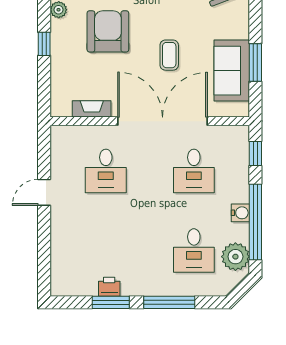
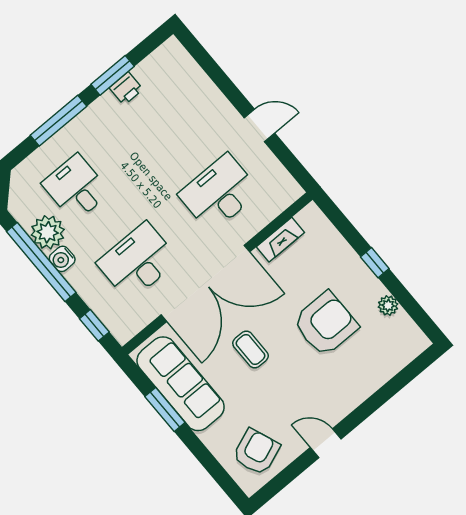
armchair: (108, 31) -> (326, 324), turned -90
sofa: (232, 71) -> (181, 384), width x1.36
desk: (106, 171) -> (219, 193), width x1.37
desk: (194, 171) -> (138, 261), width x1.37
door: (44, 192) -> (260, 125), hinge flipped
plant: (235, 257) -> (48, 232), moved

